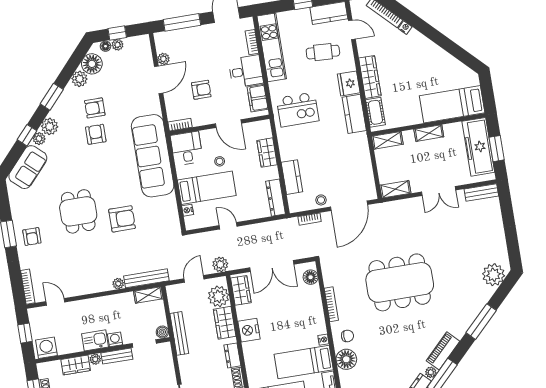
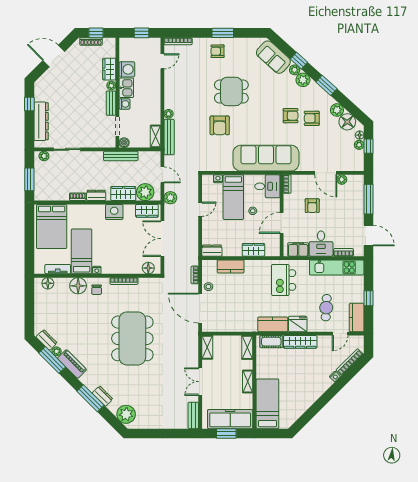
armchair: (95, 108) -> (312, 118), turned -90
dresser: (275, 198) -> (212, 251), width x0.70
dresser: (476, 307) -> (103, 396), added
washing machine: (46, 348) -> (127, 69), moved

